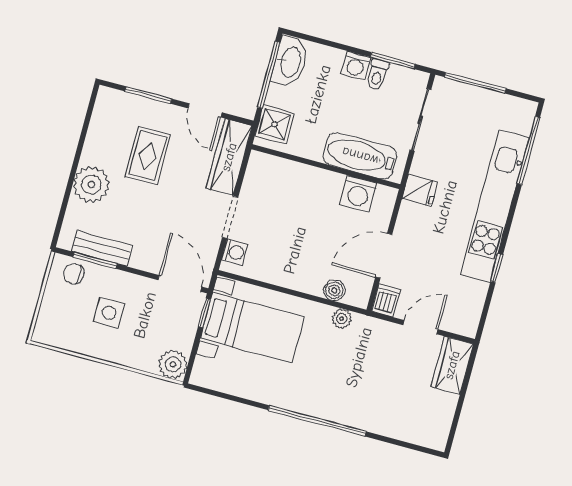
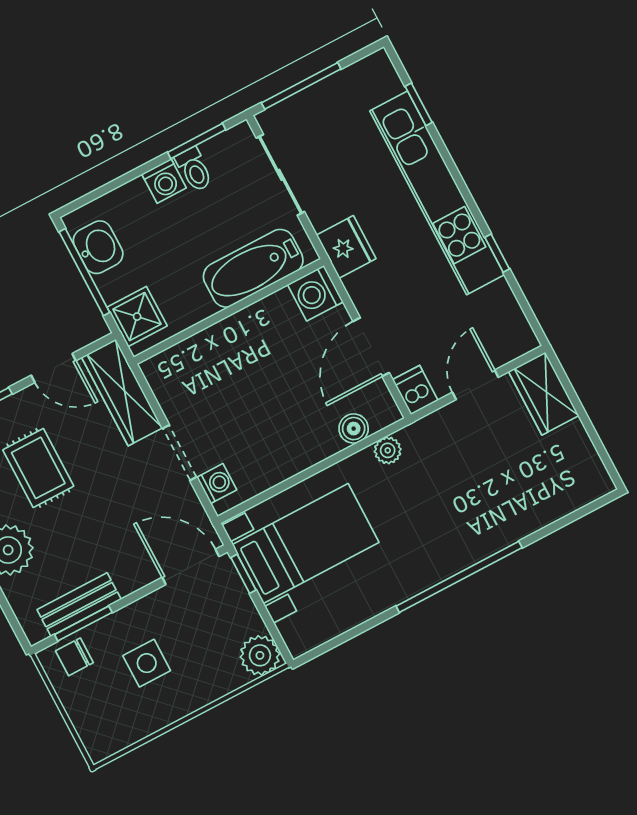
washbasin: (290, 62) -> (98, 247), width x0.72
window: (528, 151) -> (419, 104), width x0.46
fridge: (420, 190) -> (346, 247), width x1.38
washing machine: (358, 194) -> (315, 293), moved, turned 90

